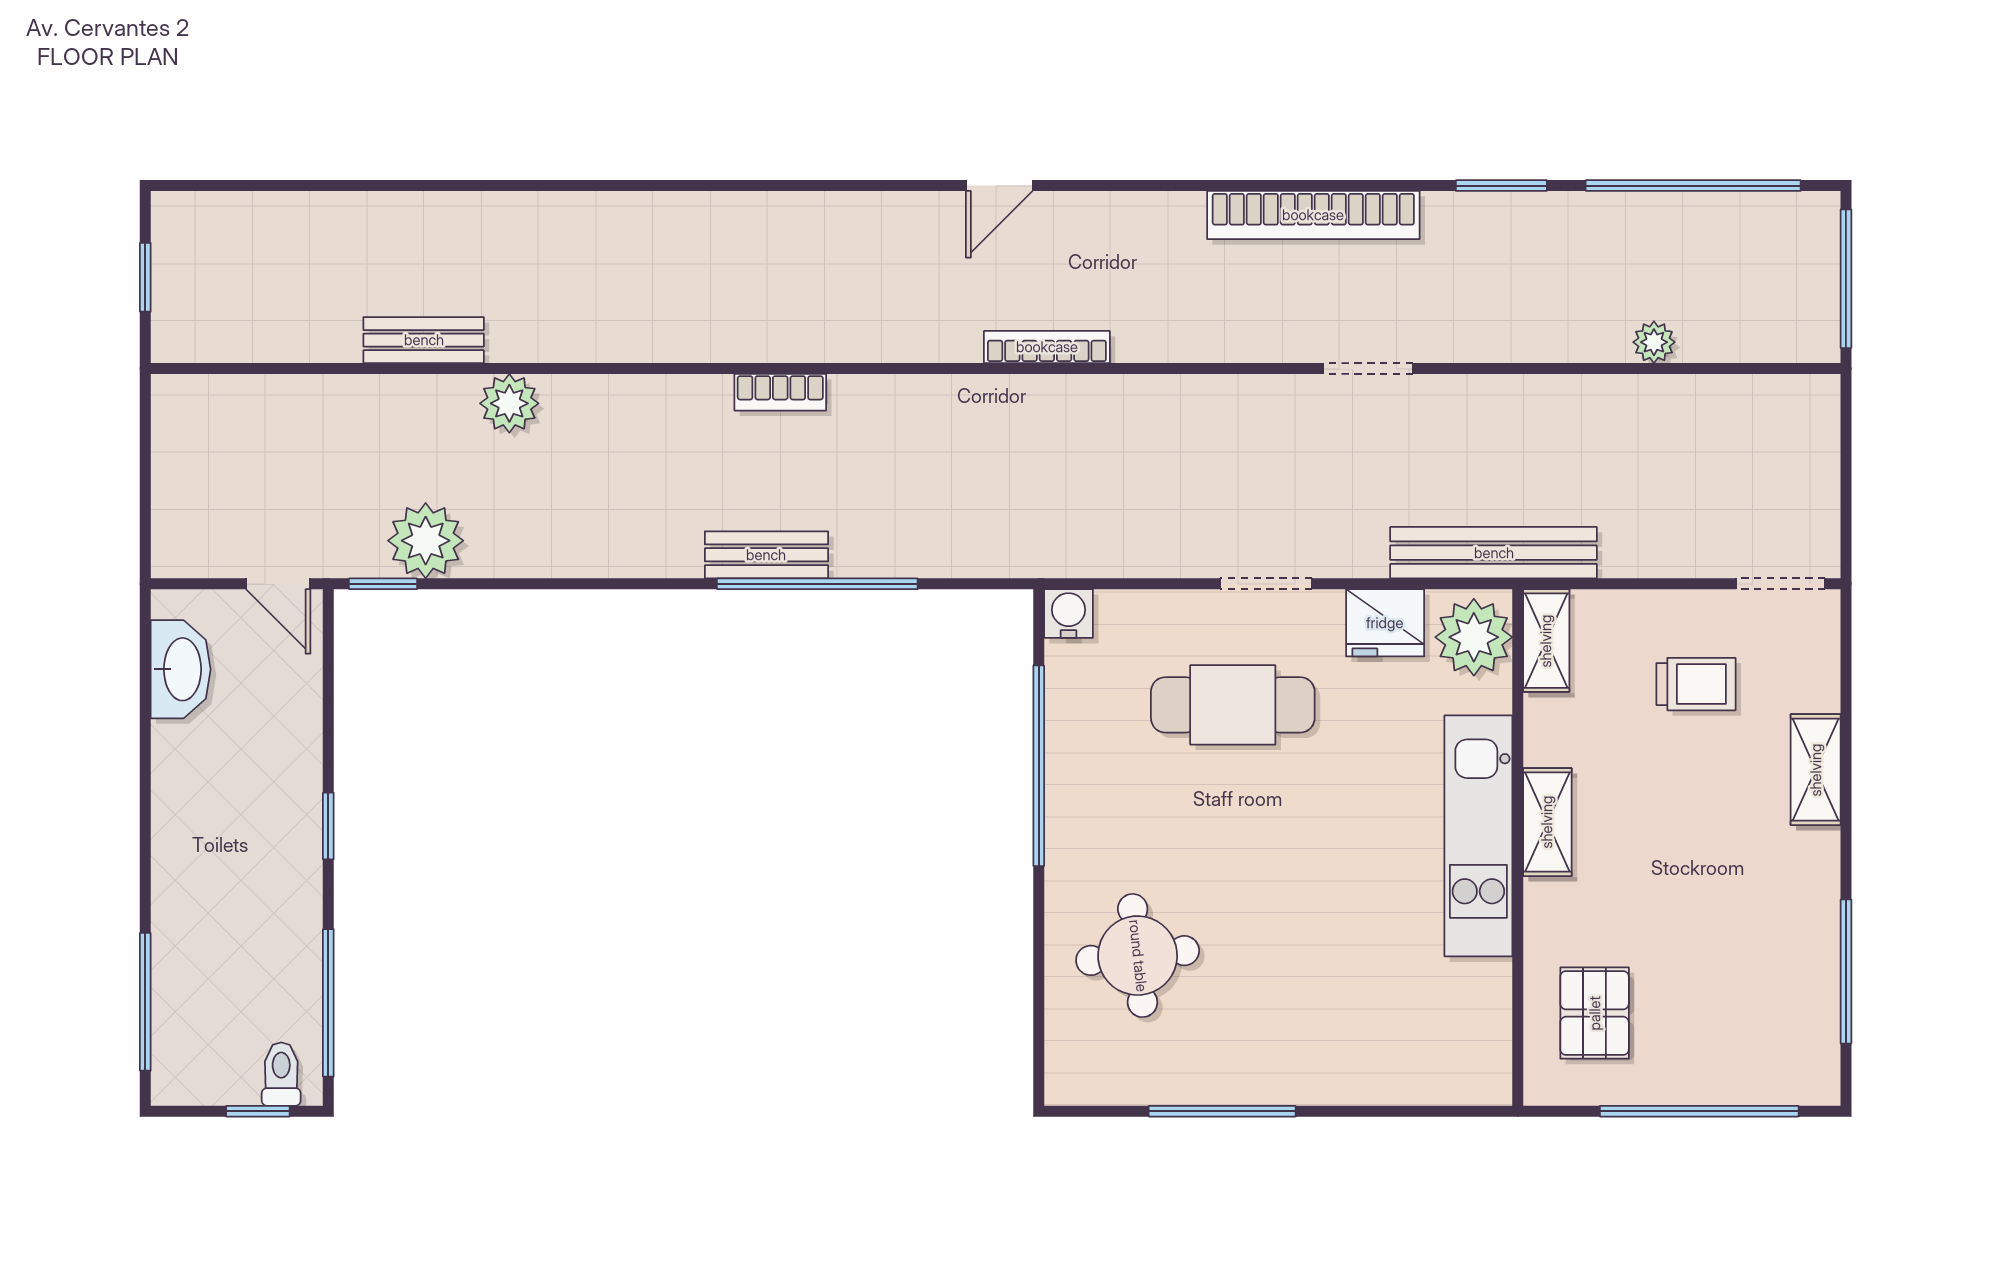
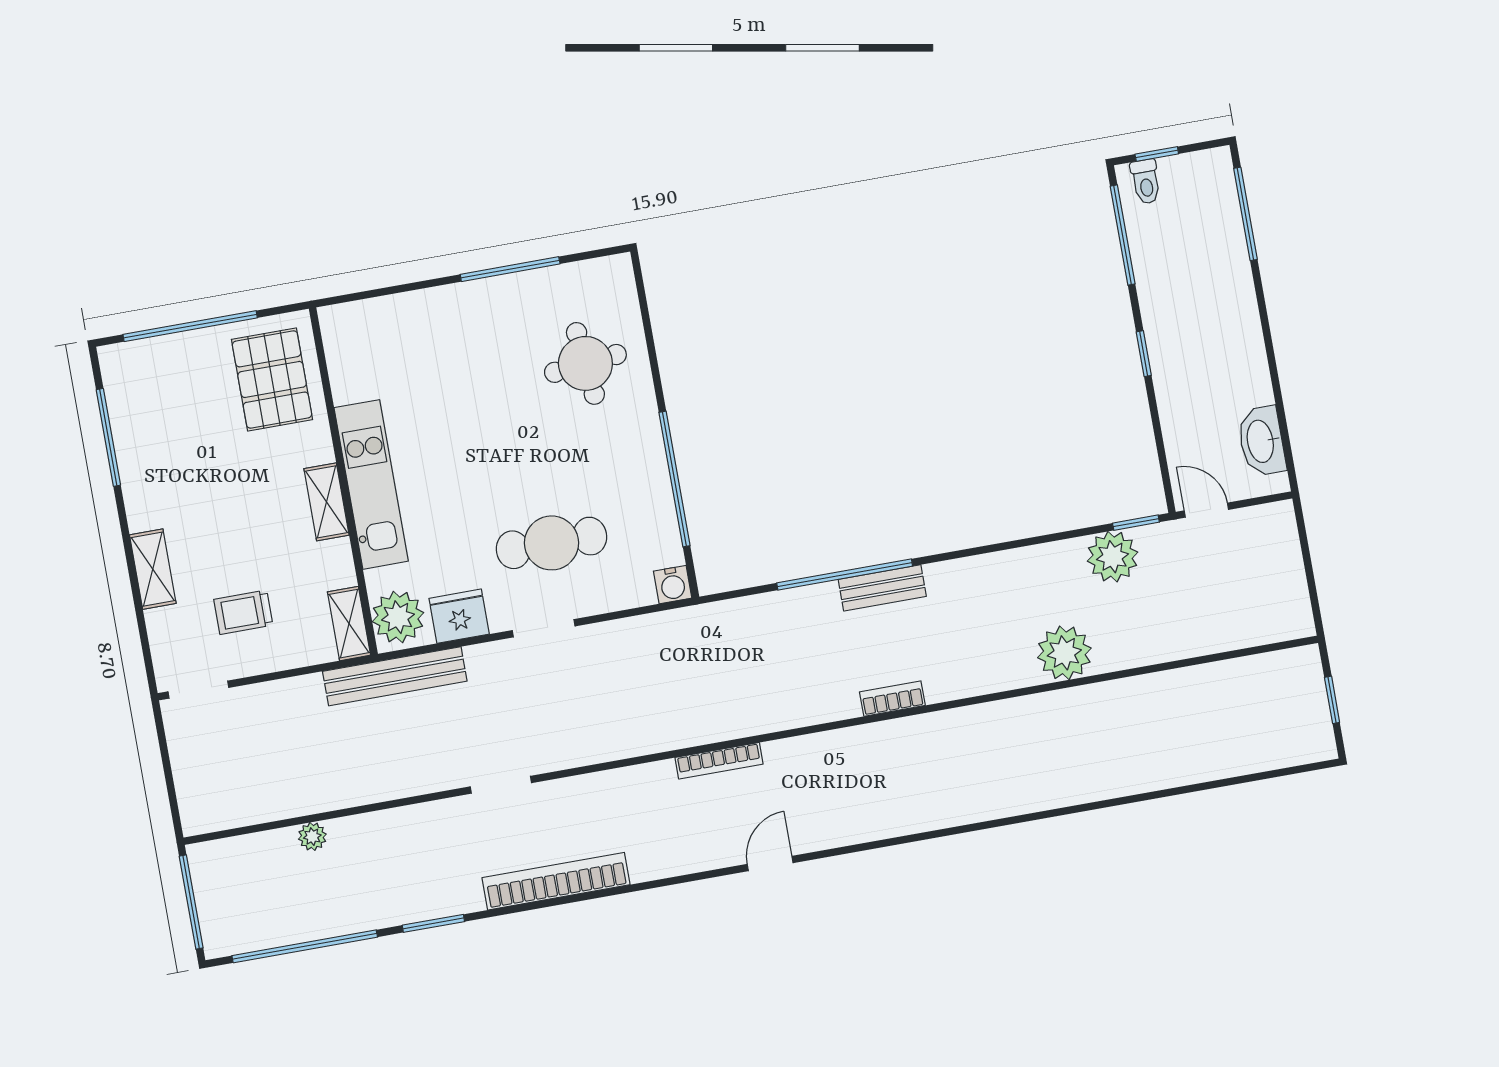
bench: (424, 340) -> (1138, 691), removed
plant: (509, 403) -> (1064, 653), width x1.36, depth x1.36
pallet: (1595, 1013) -> (272, 379), width x1.50, depth x1.42

